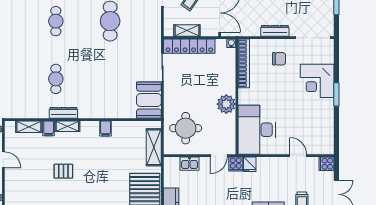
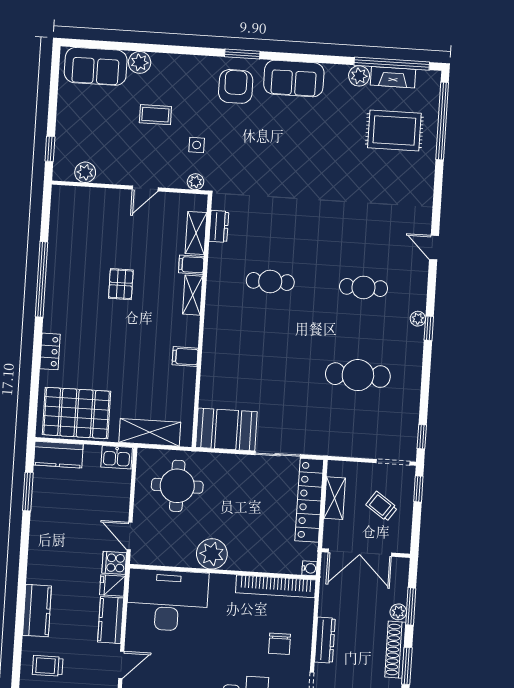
dresser: (63, 113) -> (219, 226), moved, width x0.70
kitchen sink: (189, 164) -> (117, 457), moved, turned -90
kitchen counter: (271, 164) -> (111, 620), added

